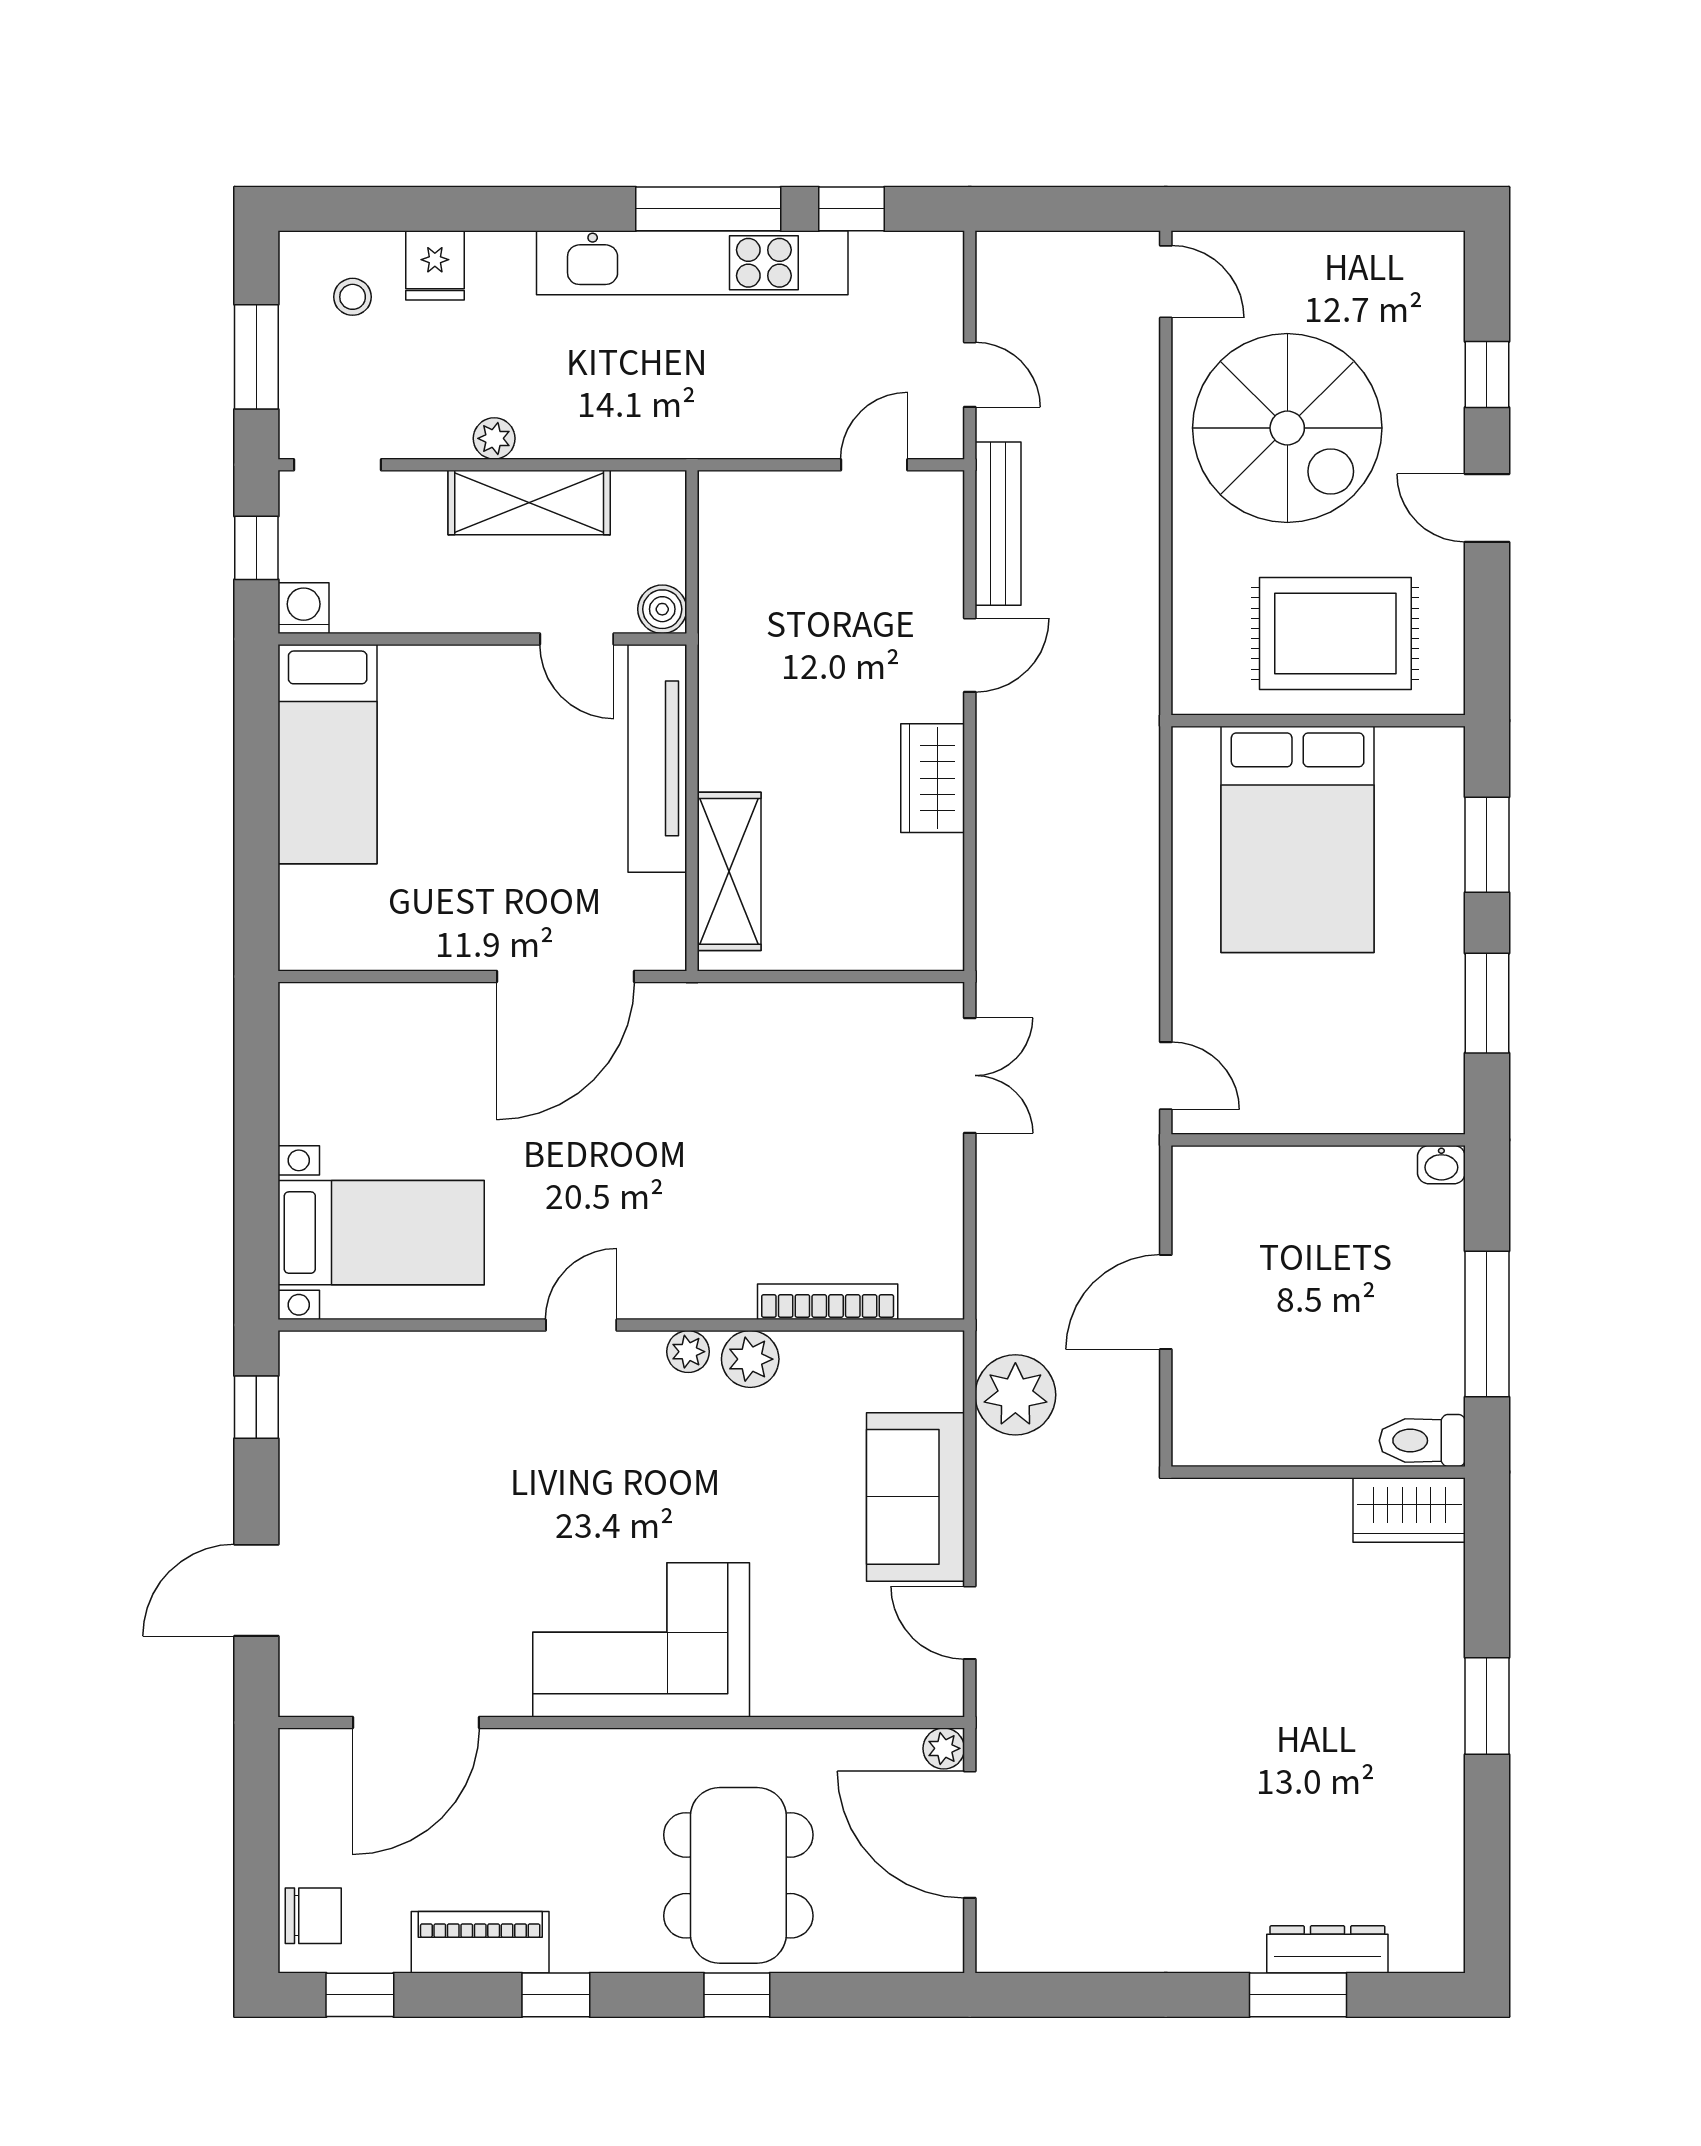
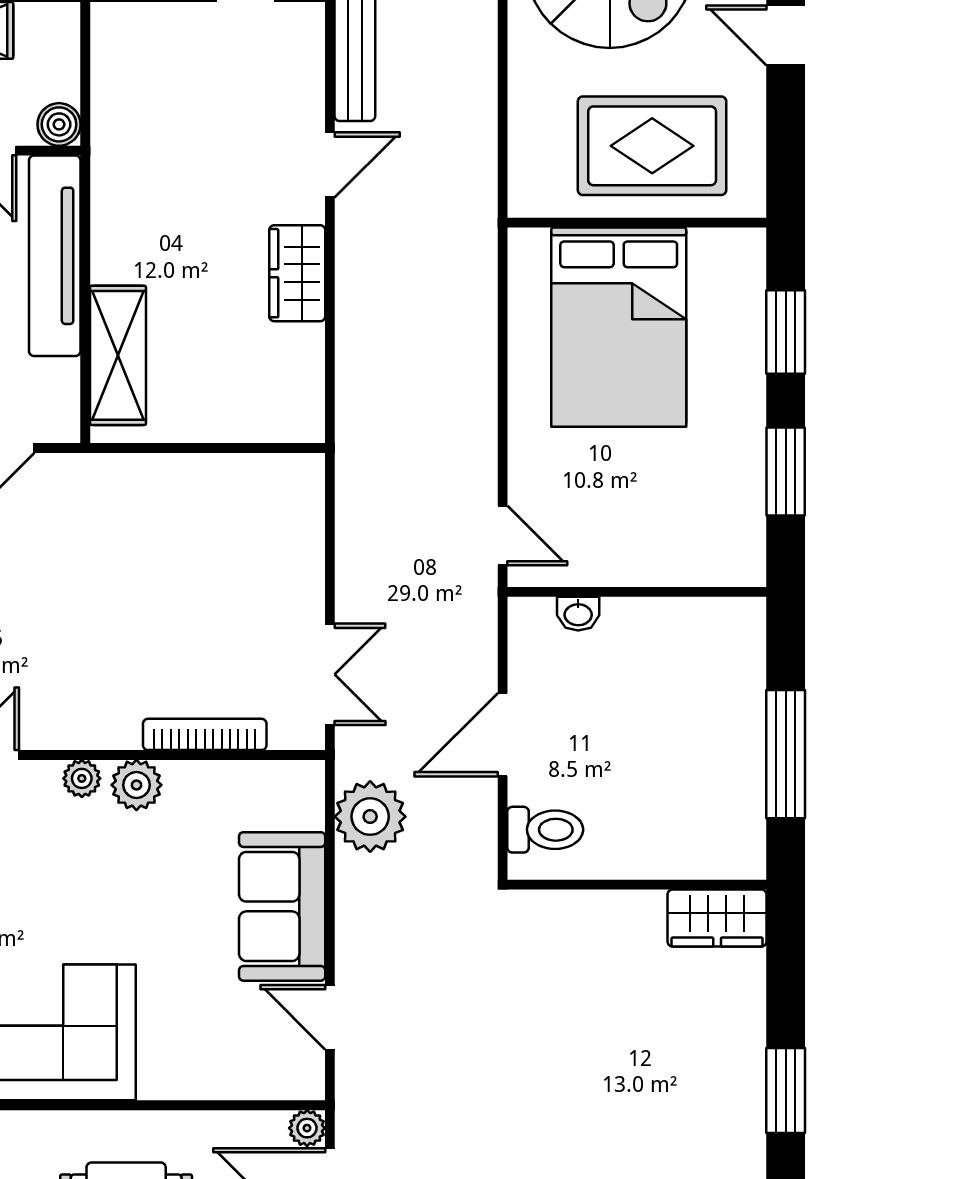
double door: (970, 1075) -> (330, 674), moved
washbasin: (1441, 1165) -> (578, 614), moved
toilet: (1422, 1441) -> (545, 830), moved, turned 180

